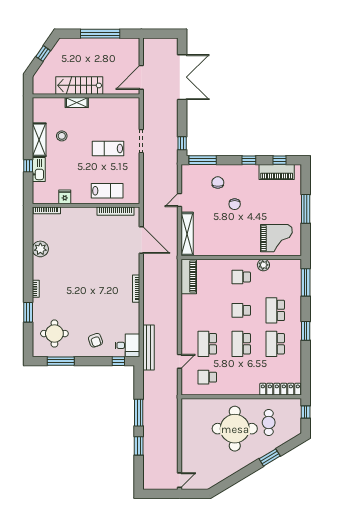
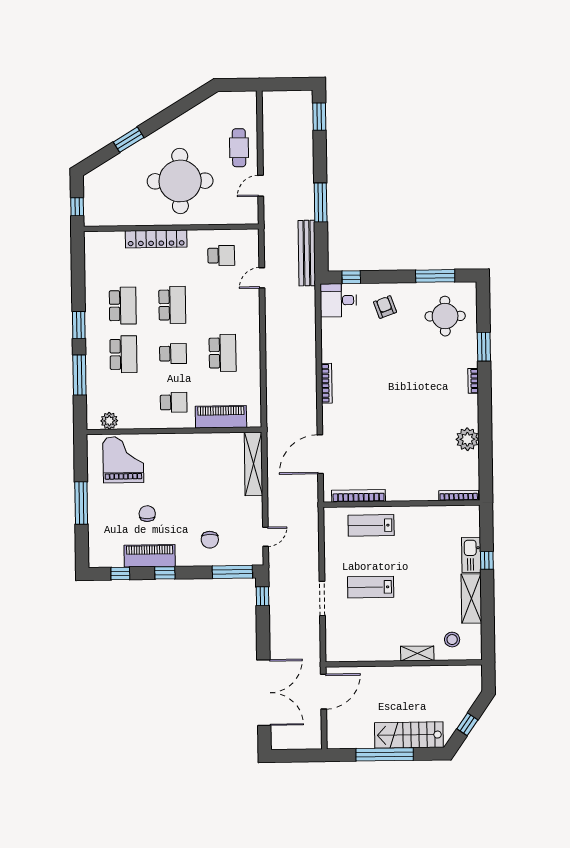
double door: (182, 77) -> (264, 693), swing flipped
stairs: (79, 85) -> (409, 735), moved, turned 180
stool: (62, 136) -> (452, 640), moved
lab bench: (108, 148) -> (371, 587), turned 180
piano: (277, 172) -> (150, 556), moved
fridge: (65, 197) -> (433, 516), removed
door: (180, 200) -> (266, 537), moved
chair: (235, 204) -> (147, 514), moved
grand piano: (276, 238) -> (123, 460), turned 90
door: (141, 240) -> (320, 454), hinge flipped
plant: (263, 265) -> (109, 421), moved
piano: (189, 276) -> (221, 417), moved, turned 90
window: (306, 282) -> (79, 375), moved
school desk: (207, 344) -> (223, 353), moved
bench: (149, 347) -> (307, 253), moved
locker: (280, 389) -> (156, 239), moved
cafe table: (269, 423) -> (239, 148), moved
window: (139, 446) -> (319, 117), moved
door: (180, 480) -> (261, 186), moved

